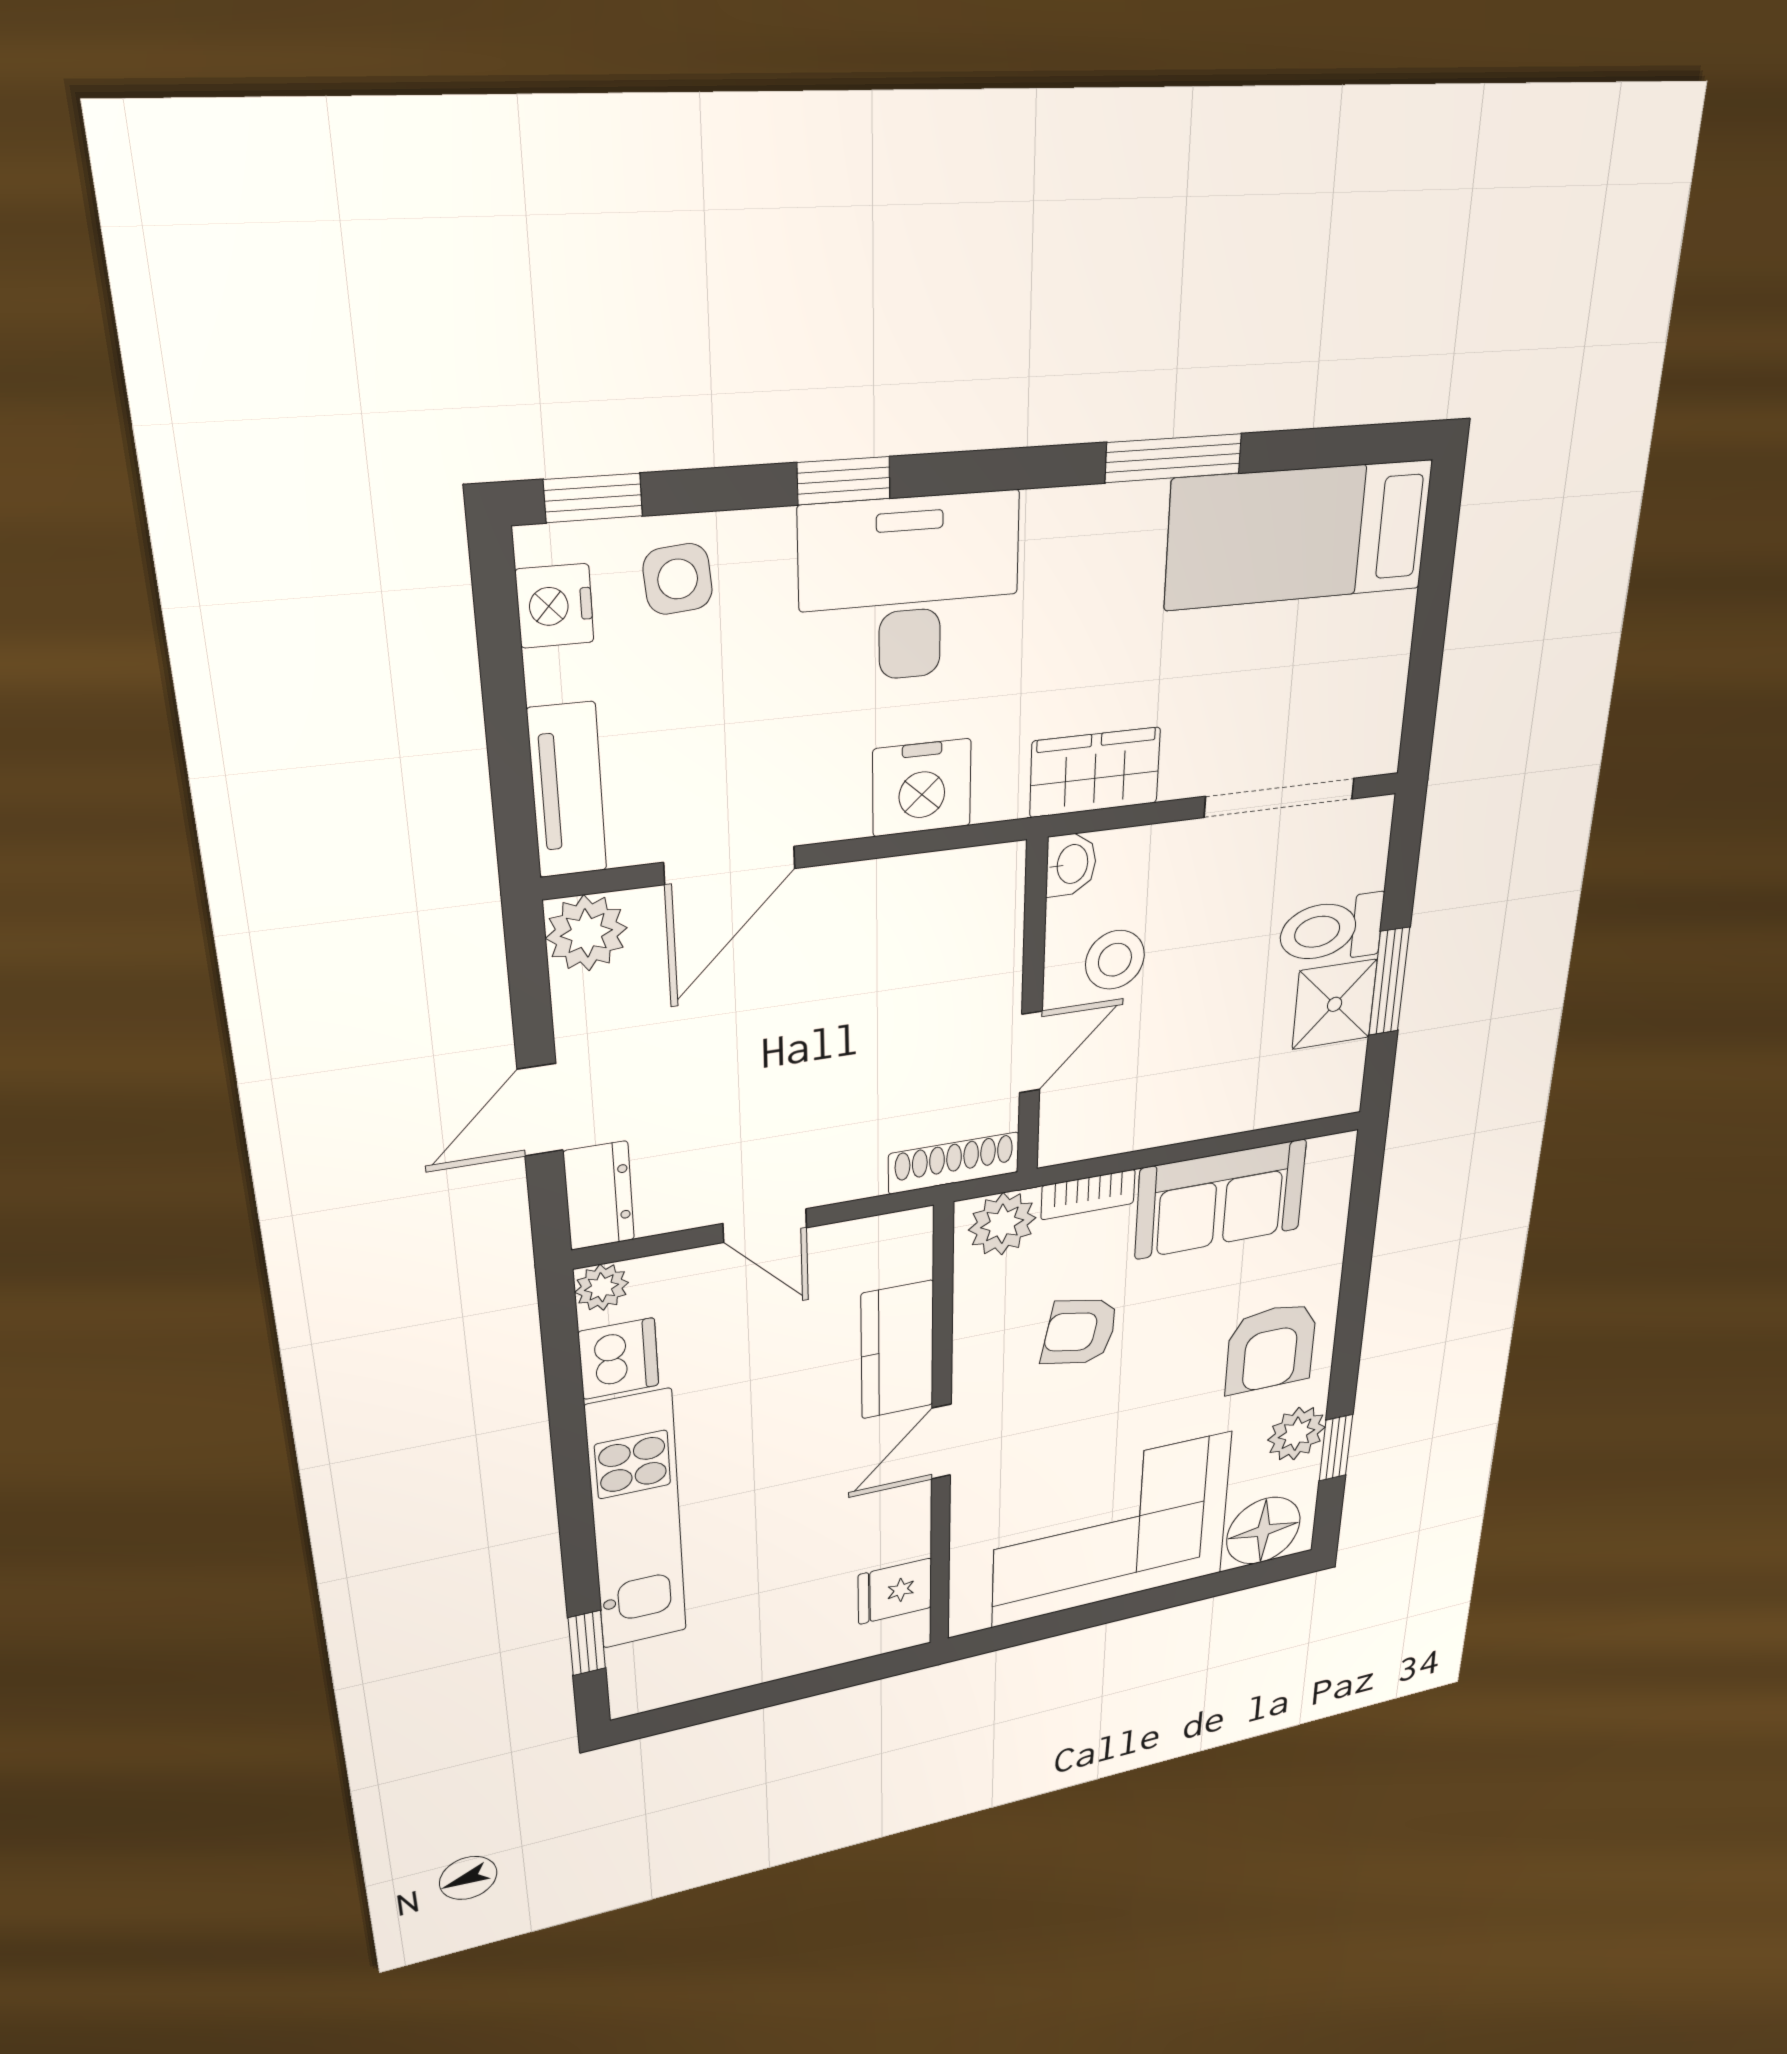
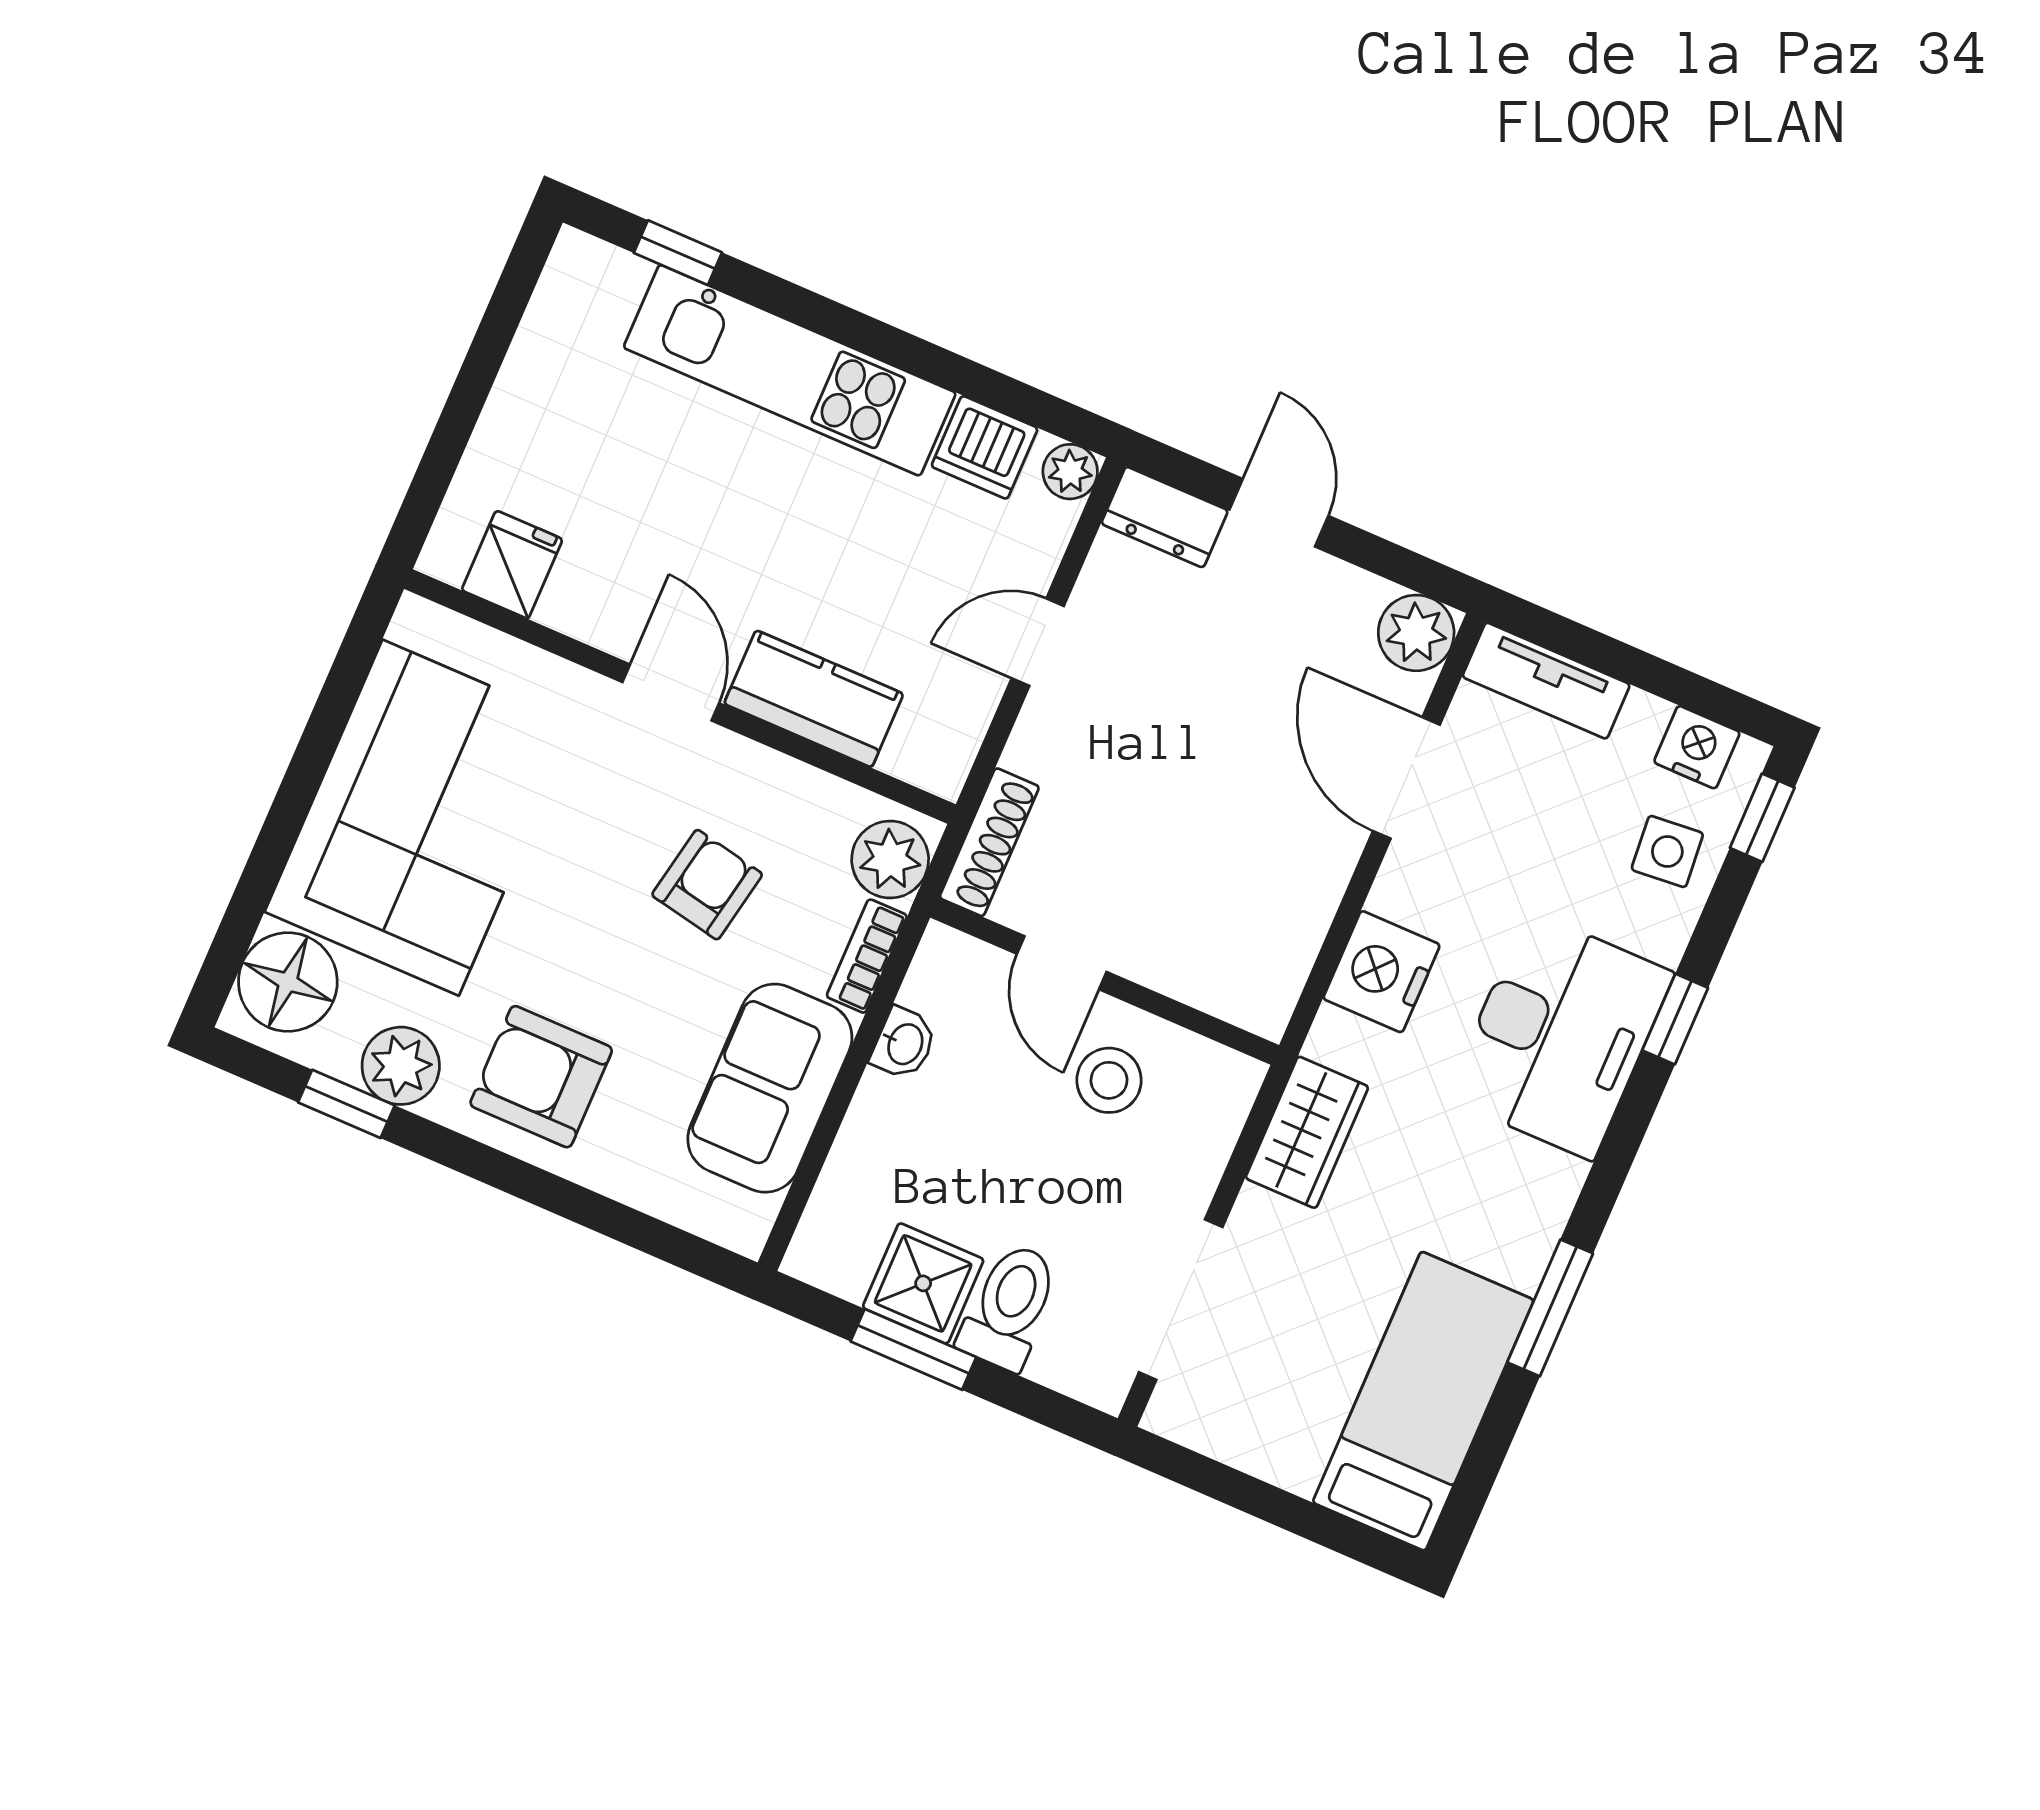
washbasin: (1071, 864) -> (904, 1044), moved, turned -90

